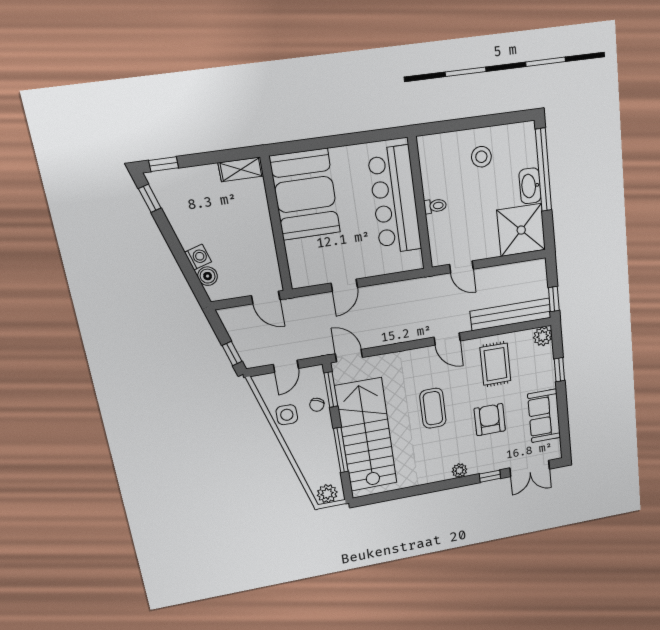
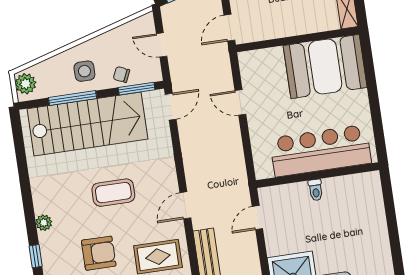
stool: (481, 157) -> (362, 234), removed
side table: (287, 415) -> (84, 71), moved

